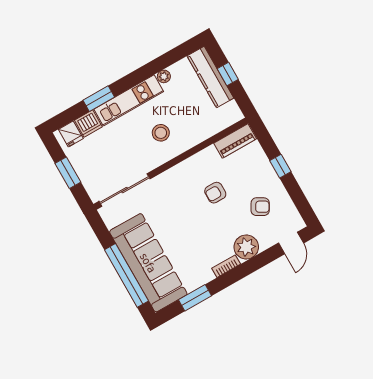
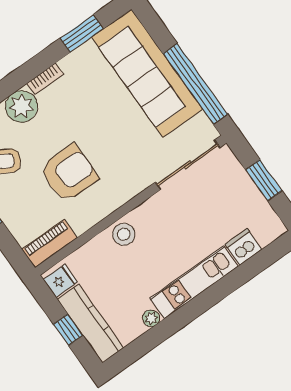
window: (99, 99) -> (233, 281), removed
stool: (161, 133) -> (124, 234), moved
fridge: (71, 134) -> (60, 281), moved, turned 90
armchair: (215, 193) -> (69, 173), width x1.88, depth x1.88
window: (126, 275) -> (195, 84), moved

